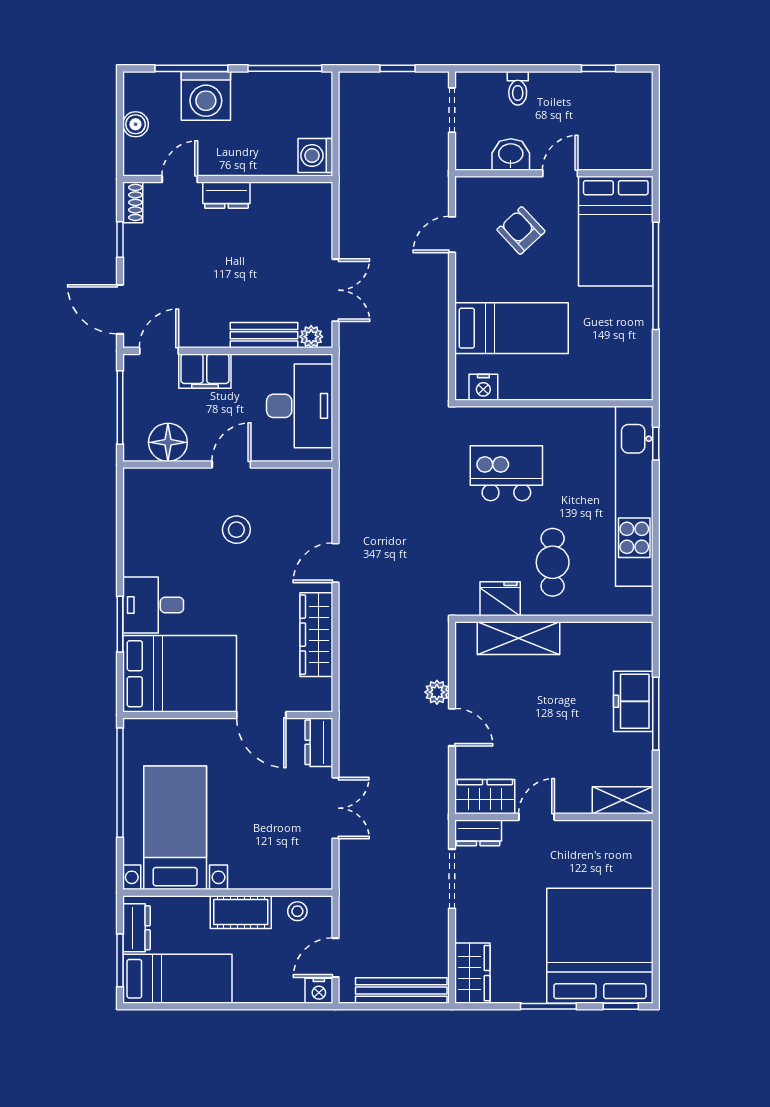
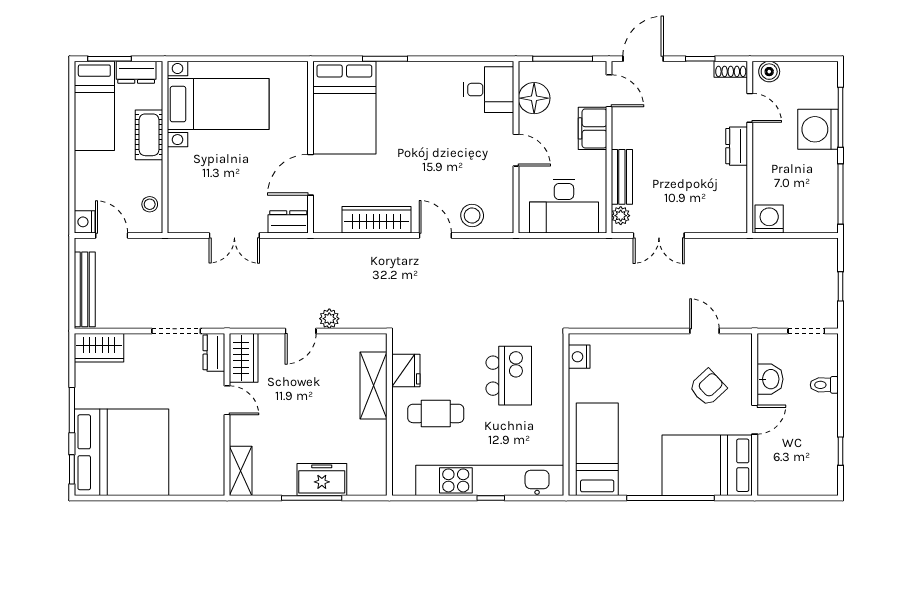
boiler: (136, 124) -> (769, 72), moved
door: (560, 173) -> (755, 420), hinge flipped
bed: (511, 328) -> (597, 449), moved, turned 180
window: (656, 444) -> (491, 498), moved
stool: (236, 530) -> (472, 215), moved
desk: (153, 605) -> (489, 90), moved, turned 90
window: (120, 783) -> (255, 59), removed
cot: (241, 912) -> (149, 135), moved

